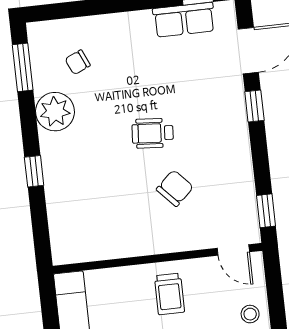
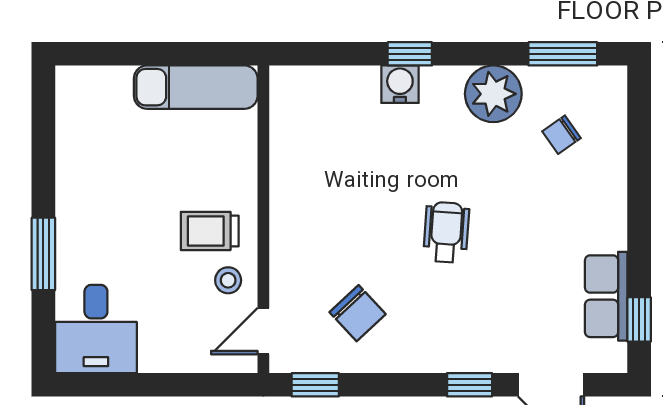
chair: (78, 62) -> (562, 135), turned -101
water cooler: (55, 176) -> (400, 84), added
chair: (175, 188) -> (358, 313), moved
stool: (250, 314) -> (228, 280), moved

